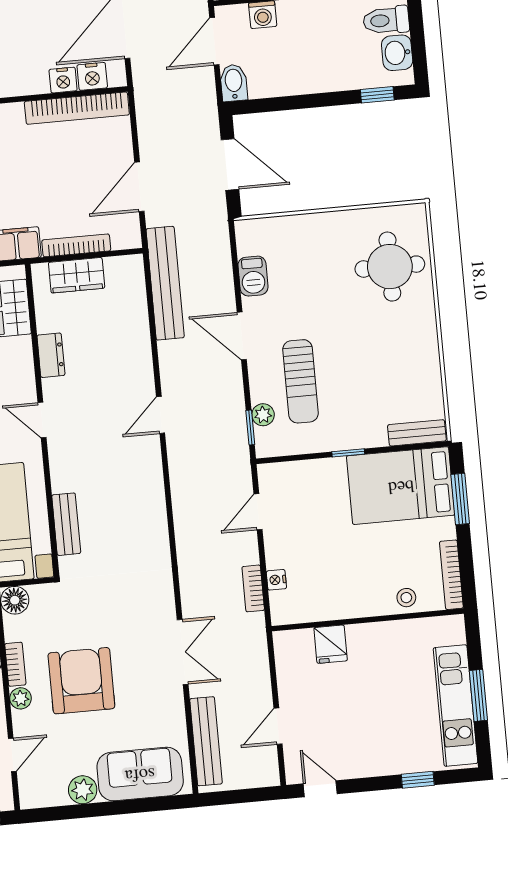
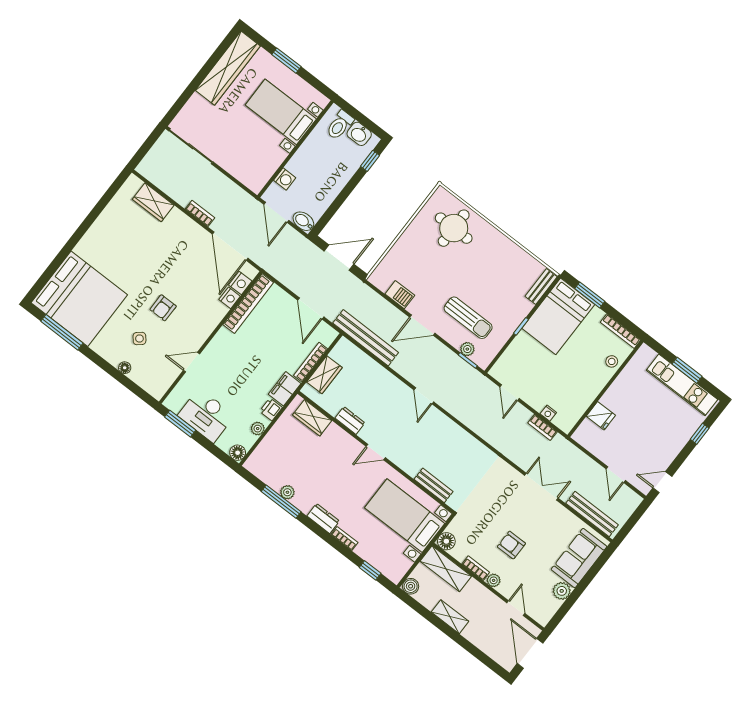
armchair: (81, 681) -> (511, 545), width x0.53, depth x0.53

